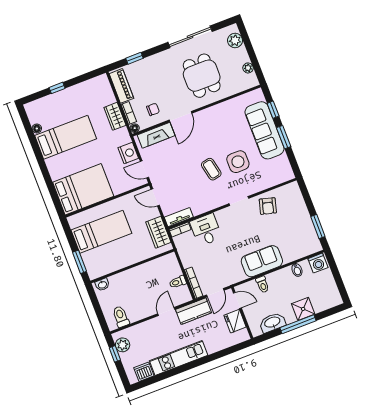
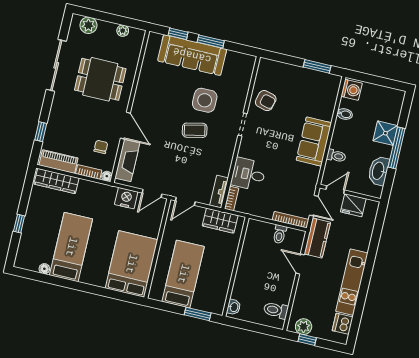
wardrobe: (115, 116) -> (56, 181), moved, width x1.50

